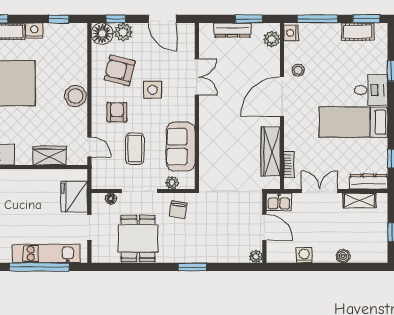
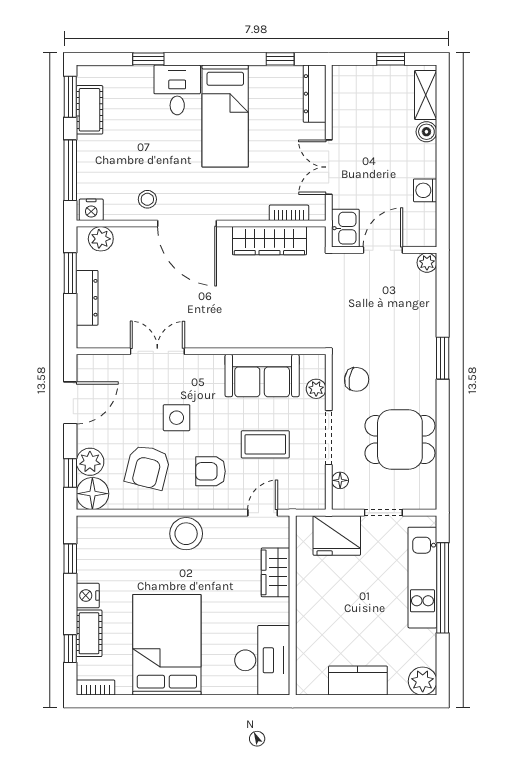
shelving: (360, 200) -> (426, 95), moved

